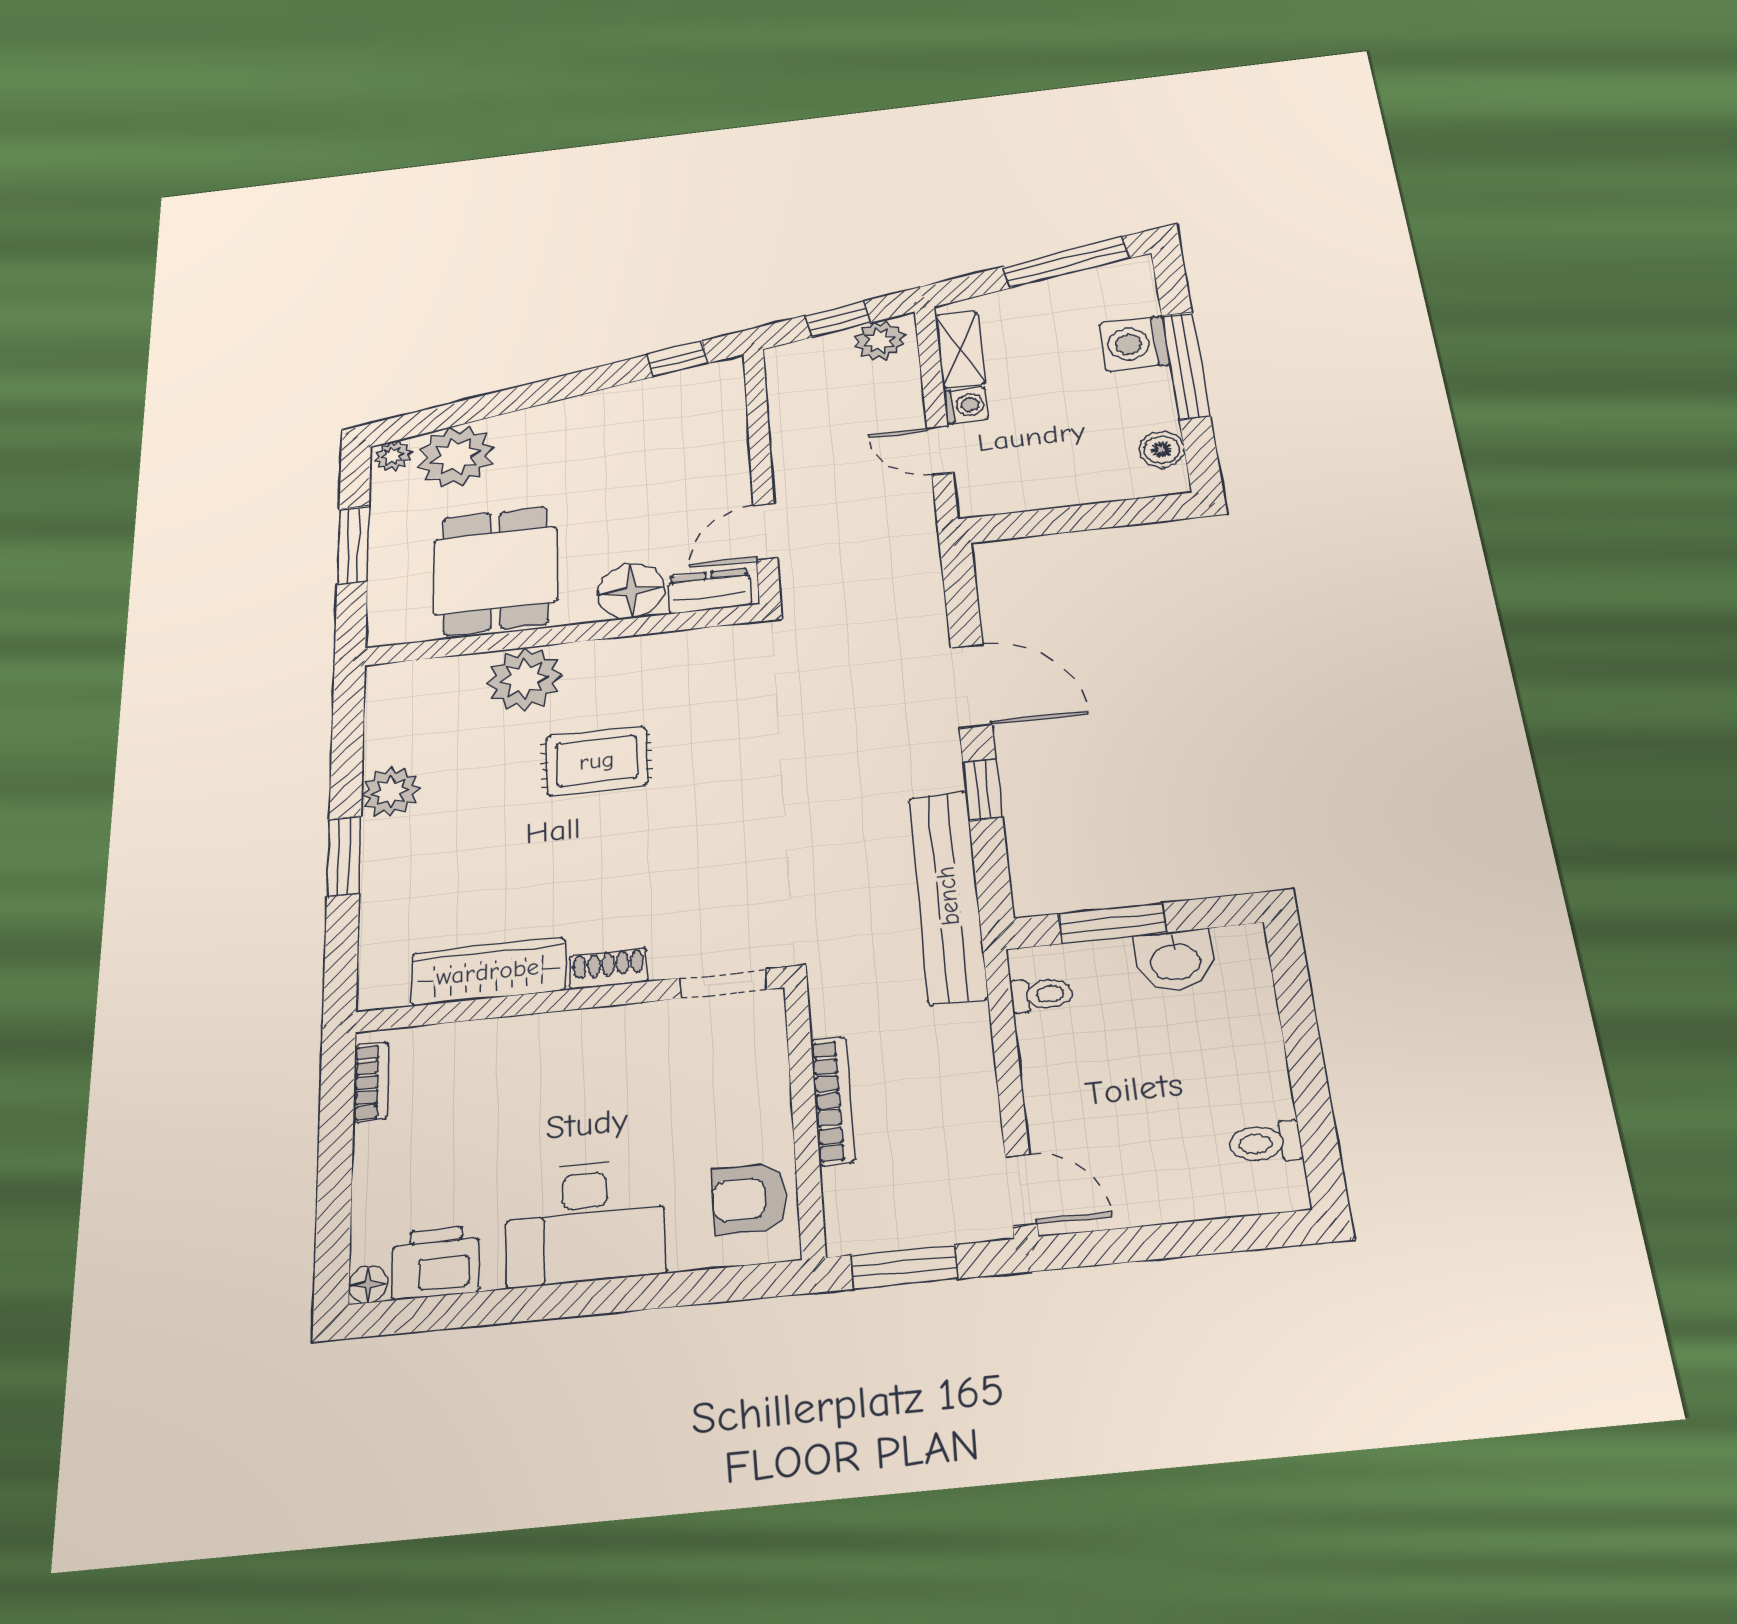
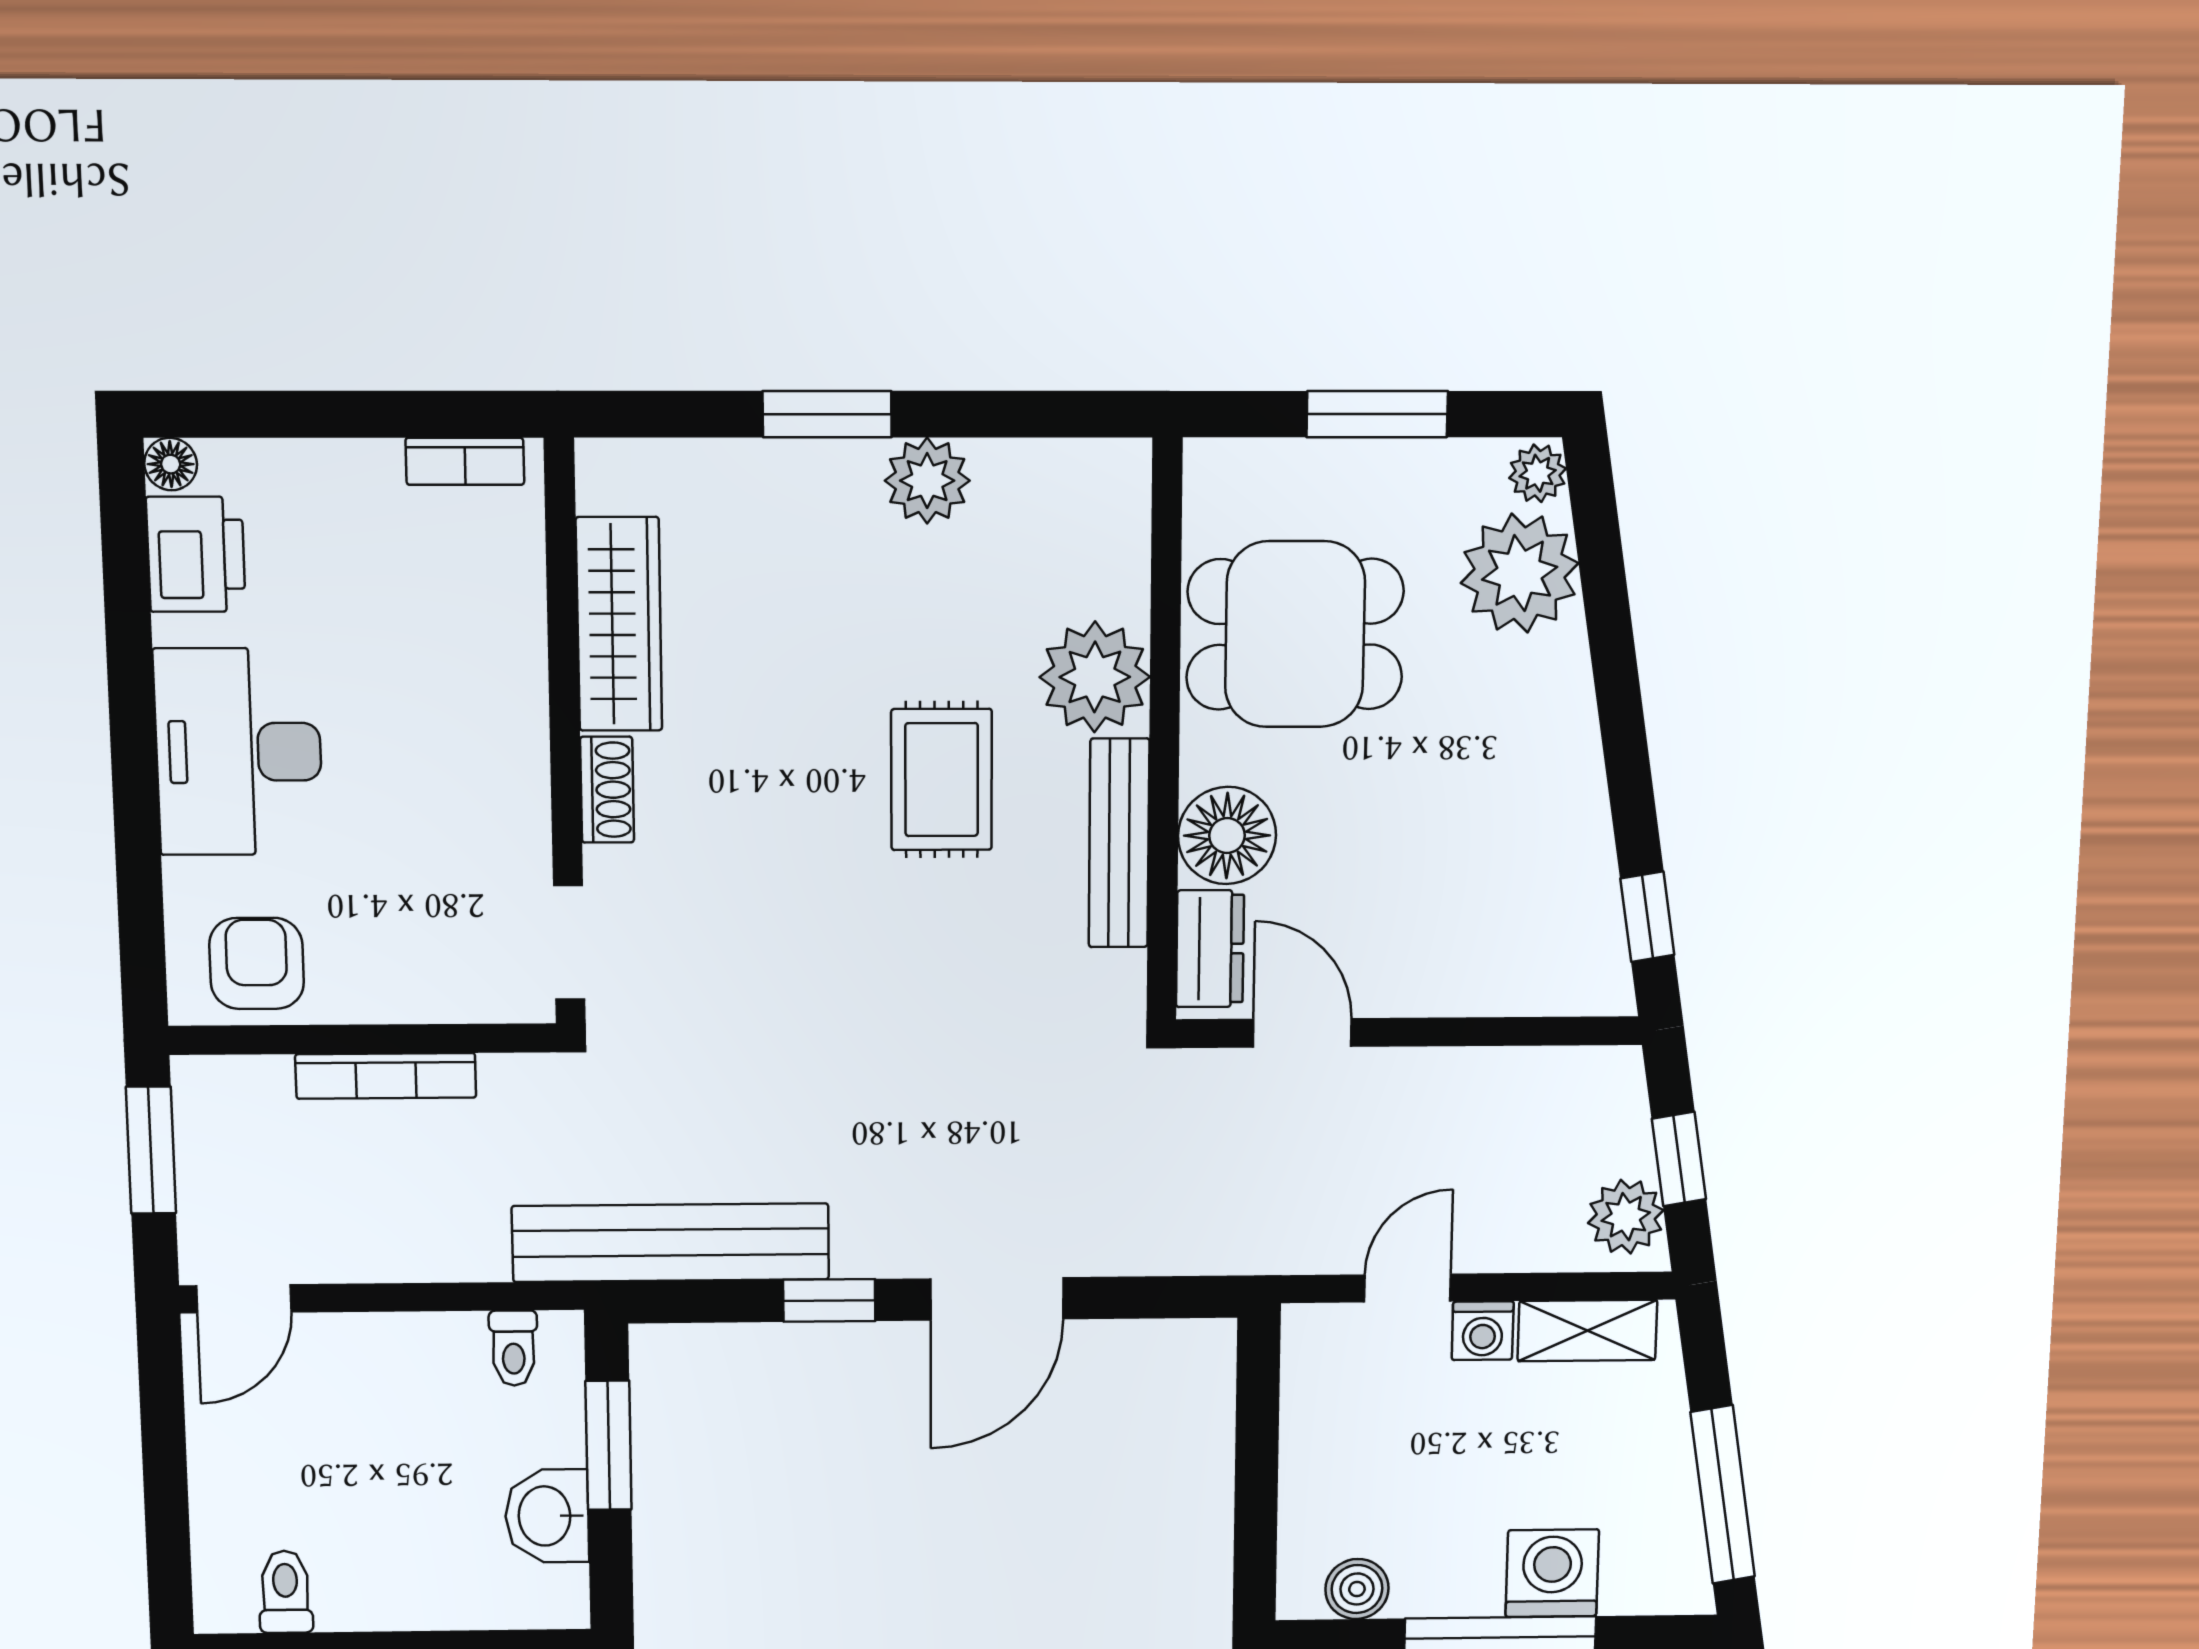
bench: (638, 652) -> (1119, 843), added

